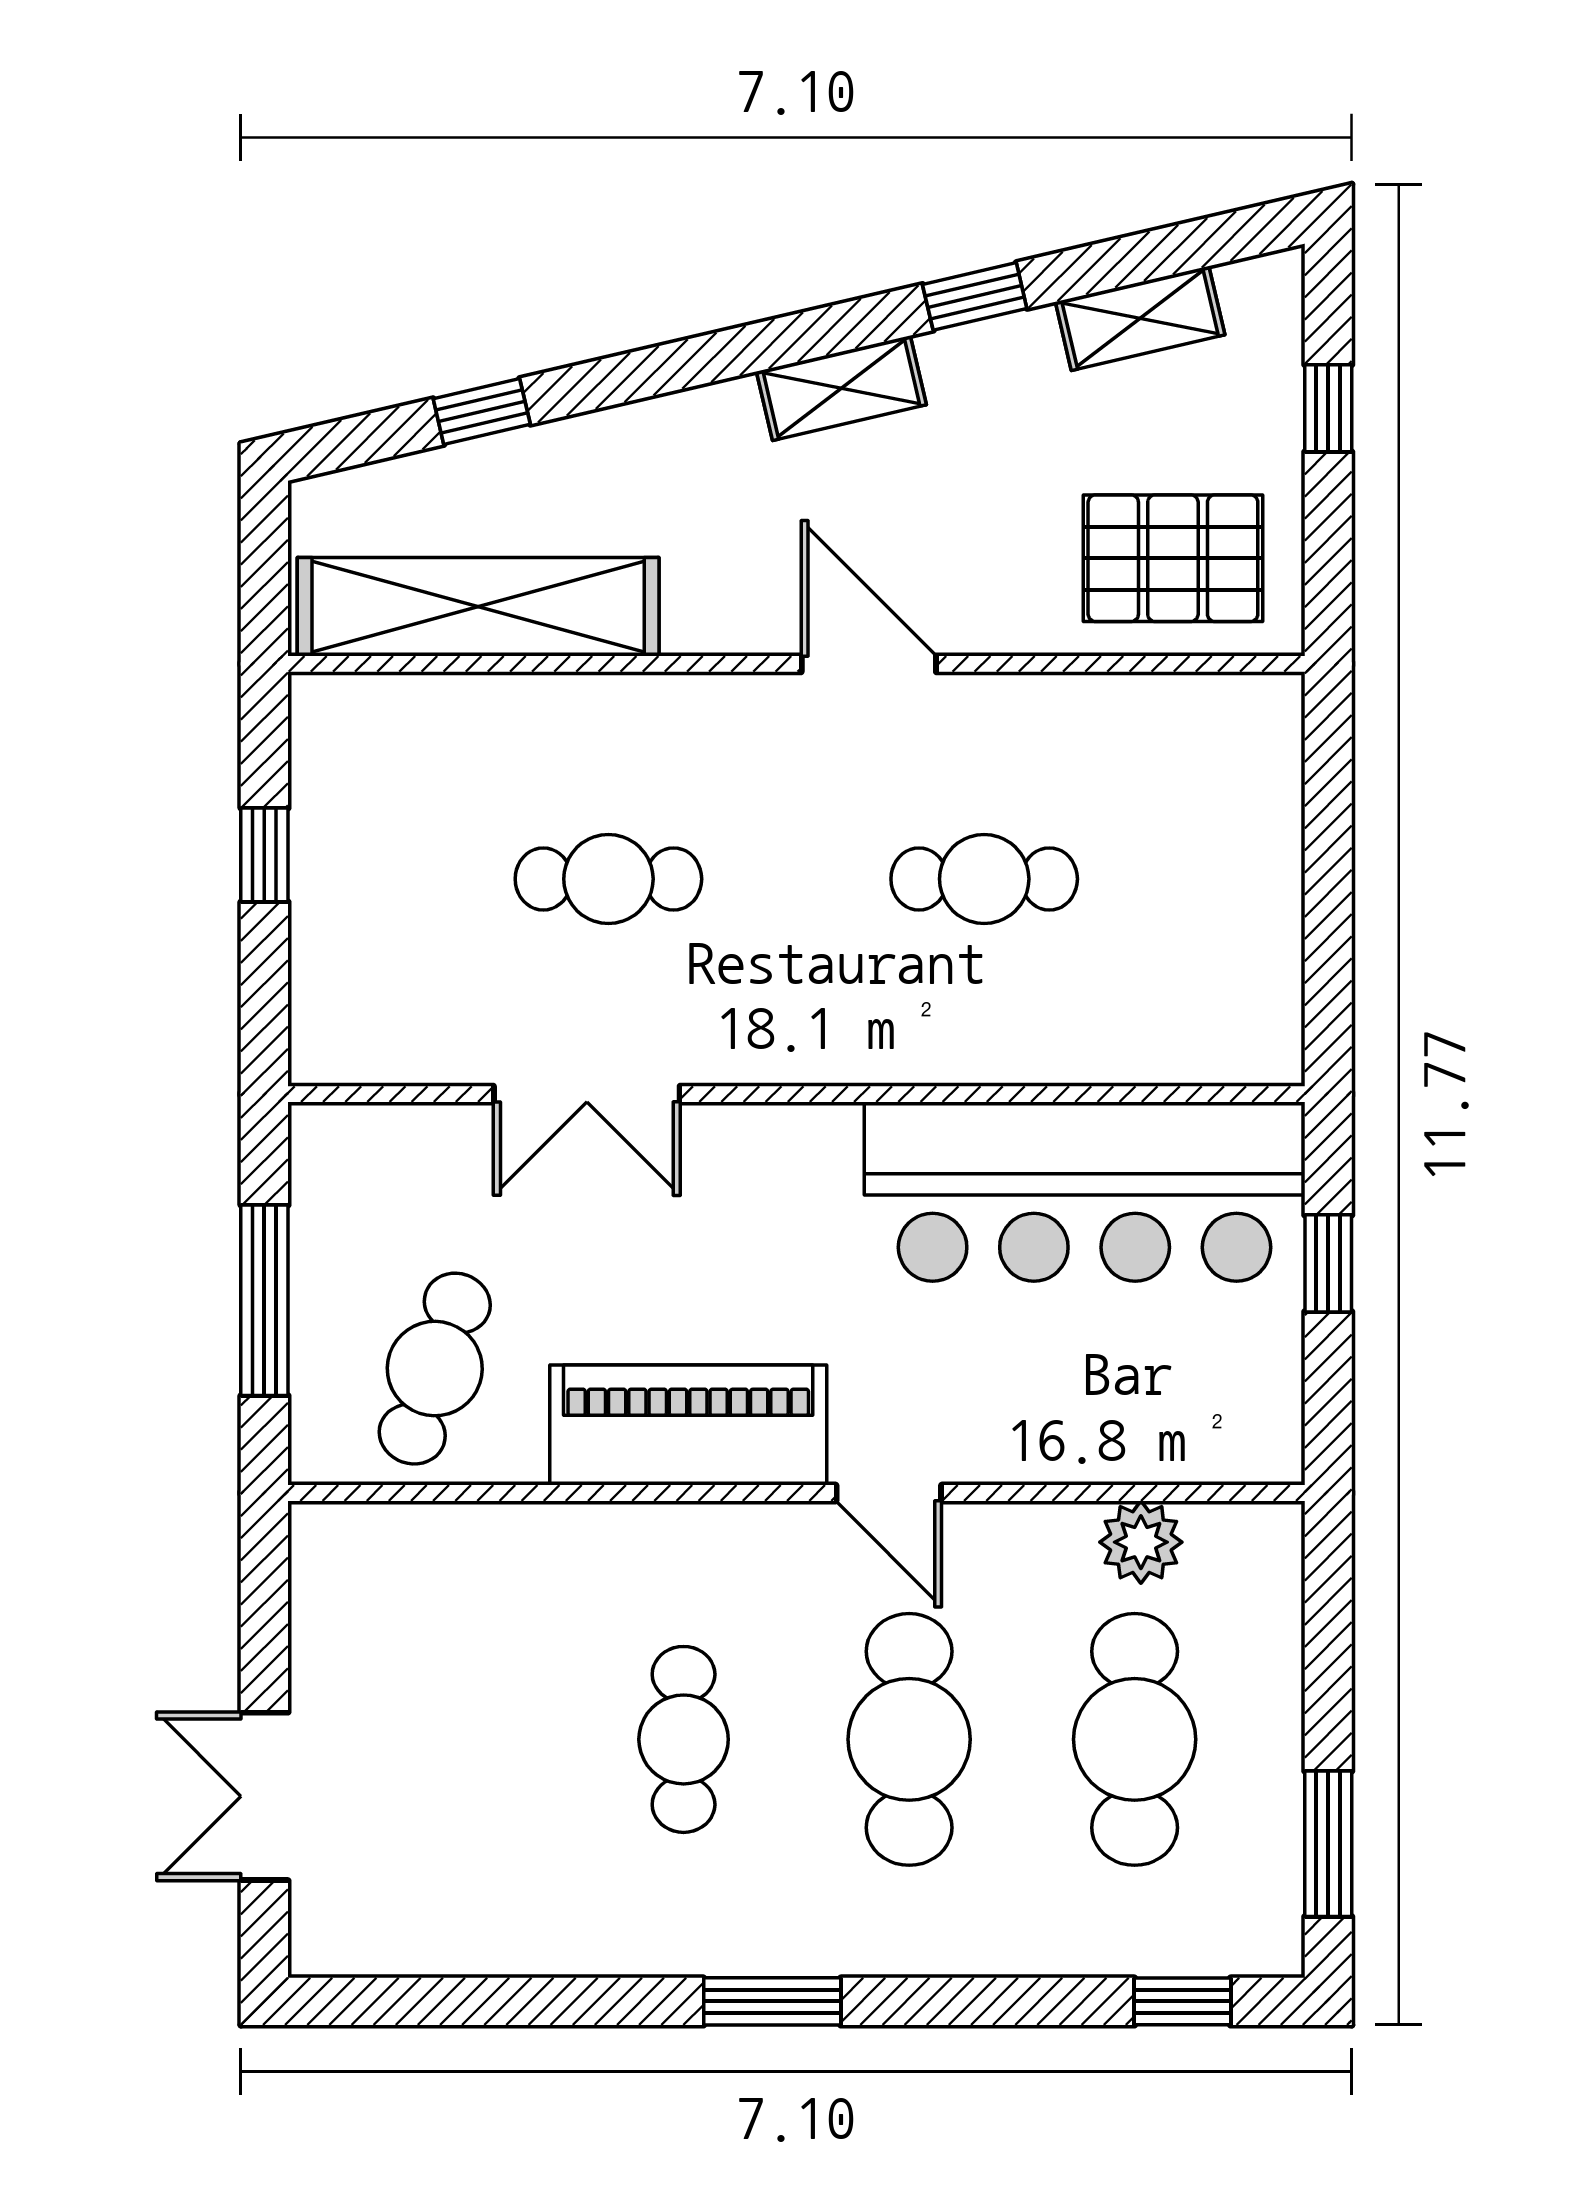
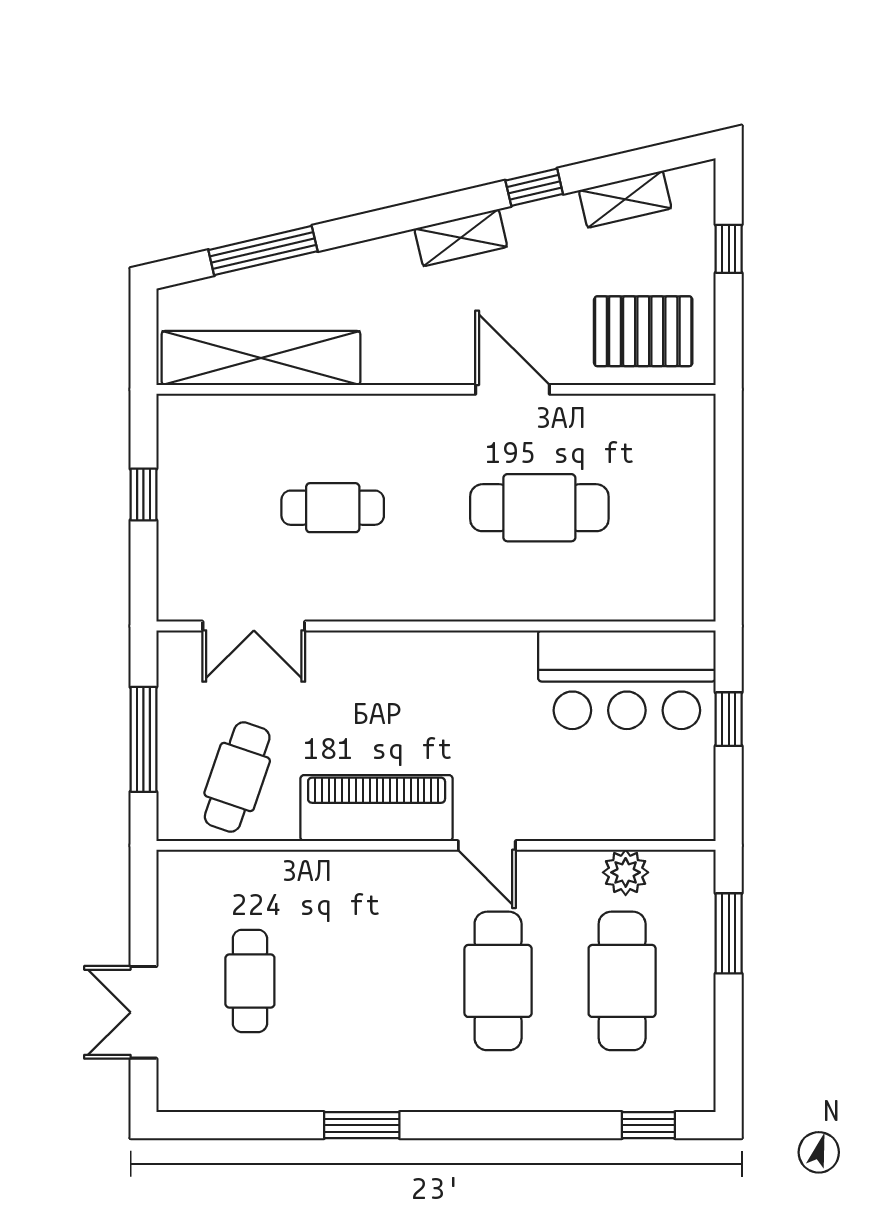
window: (482, 411) -> (263, 251), width x2.17
door: (869, 664) -> (512, 389), moved
cafe table: (984, 879) -> (539, 508), width x1.37, depth x1.35
double door: (587, 1094) -> (254, 626), moved
bar counter: (1085, 1192) -> (627, 680), width x0.73
cafe table: (684, 1739) -> (250, 981), moved
window: (1328, 1844) -> (729, 933), moved
window: (772, 2001) -> (362, 1125), moved

